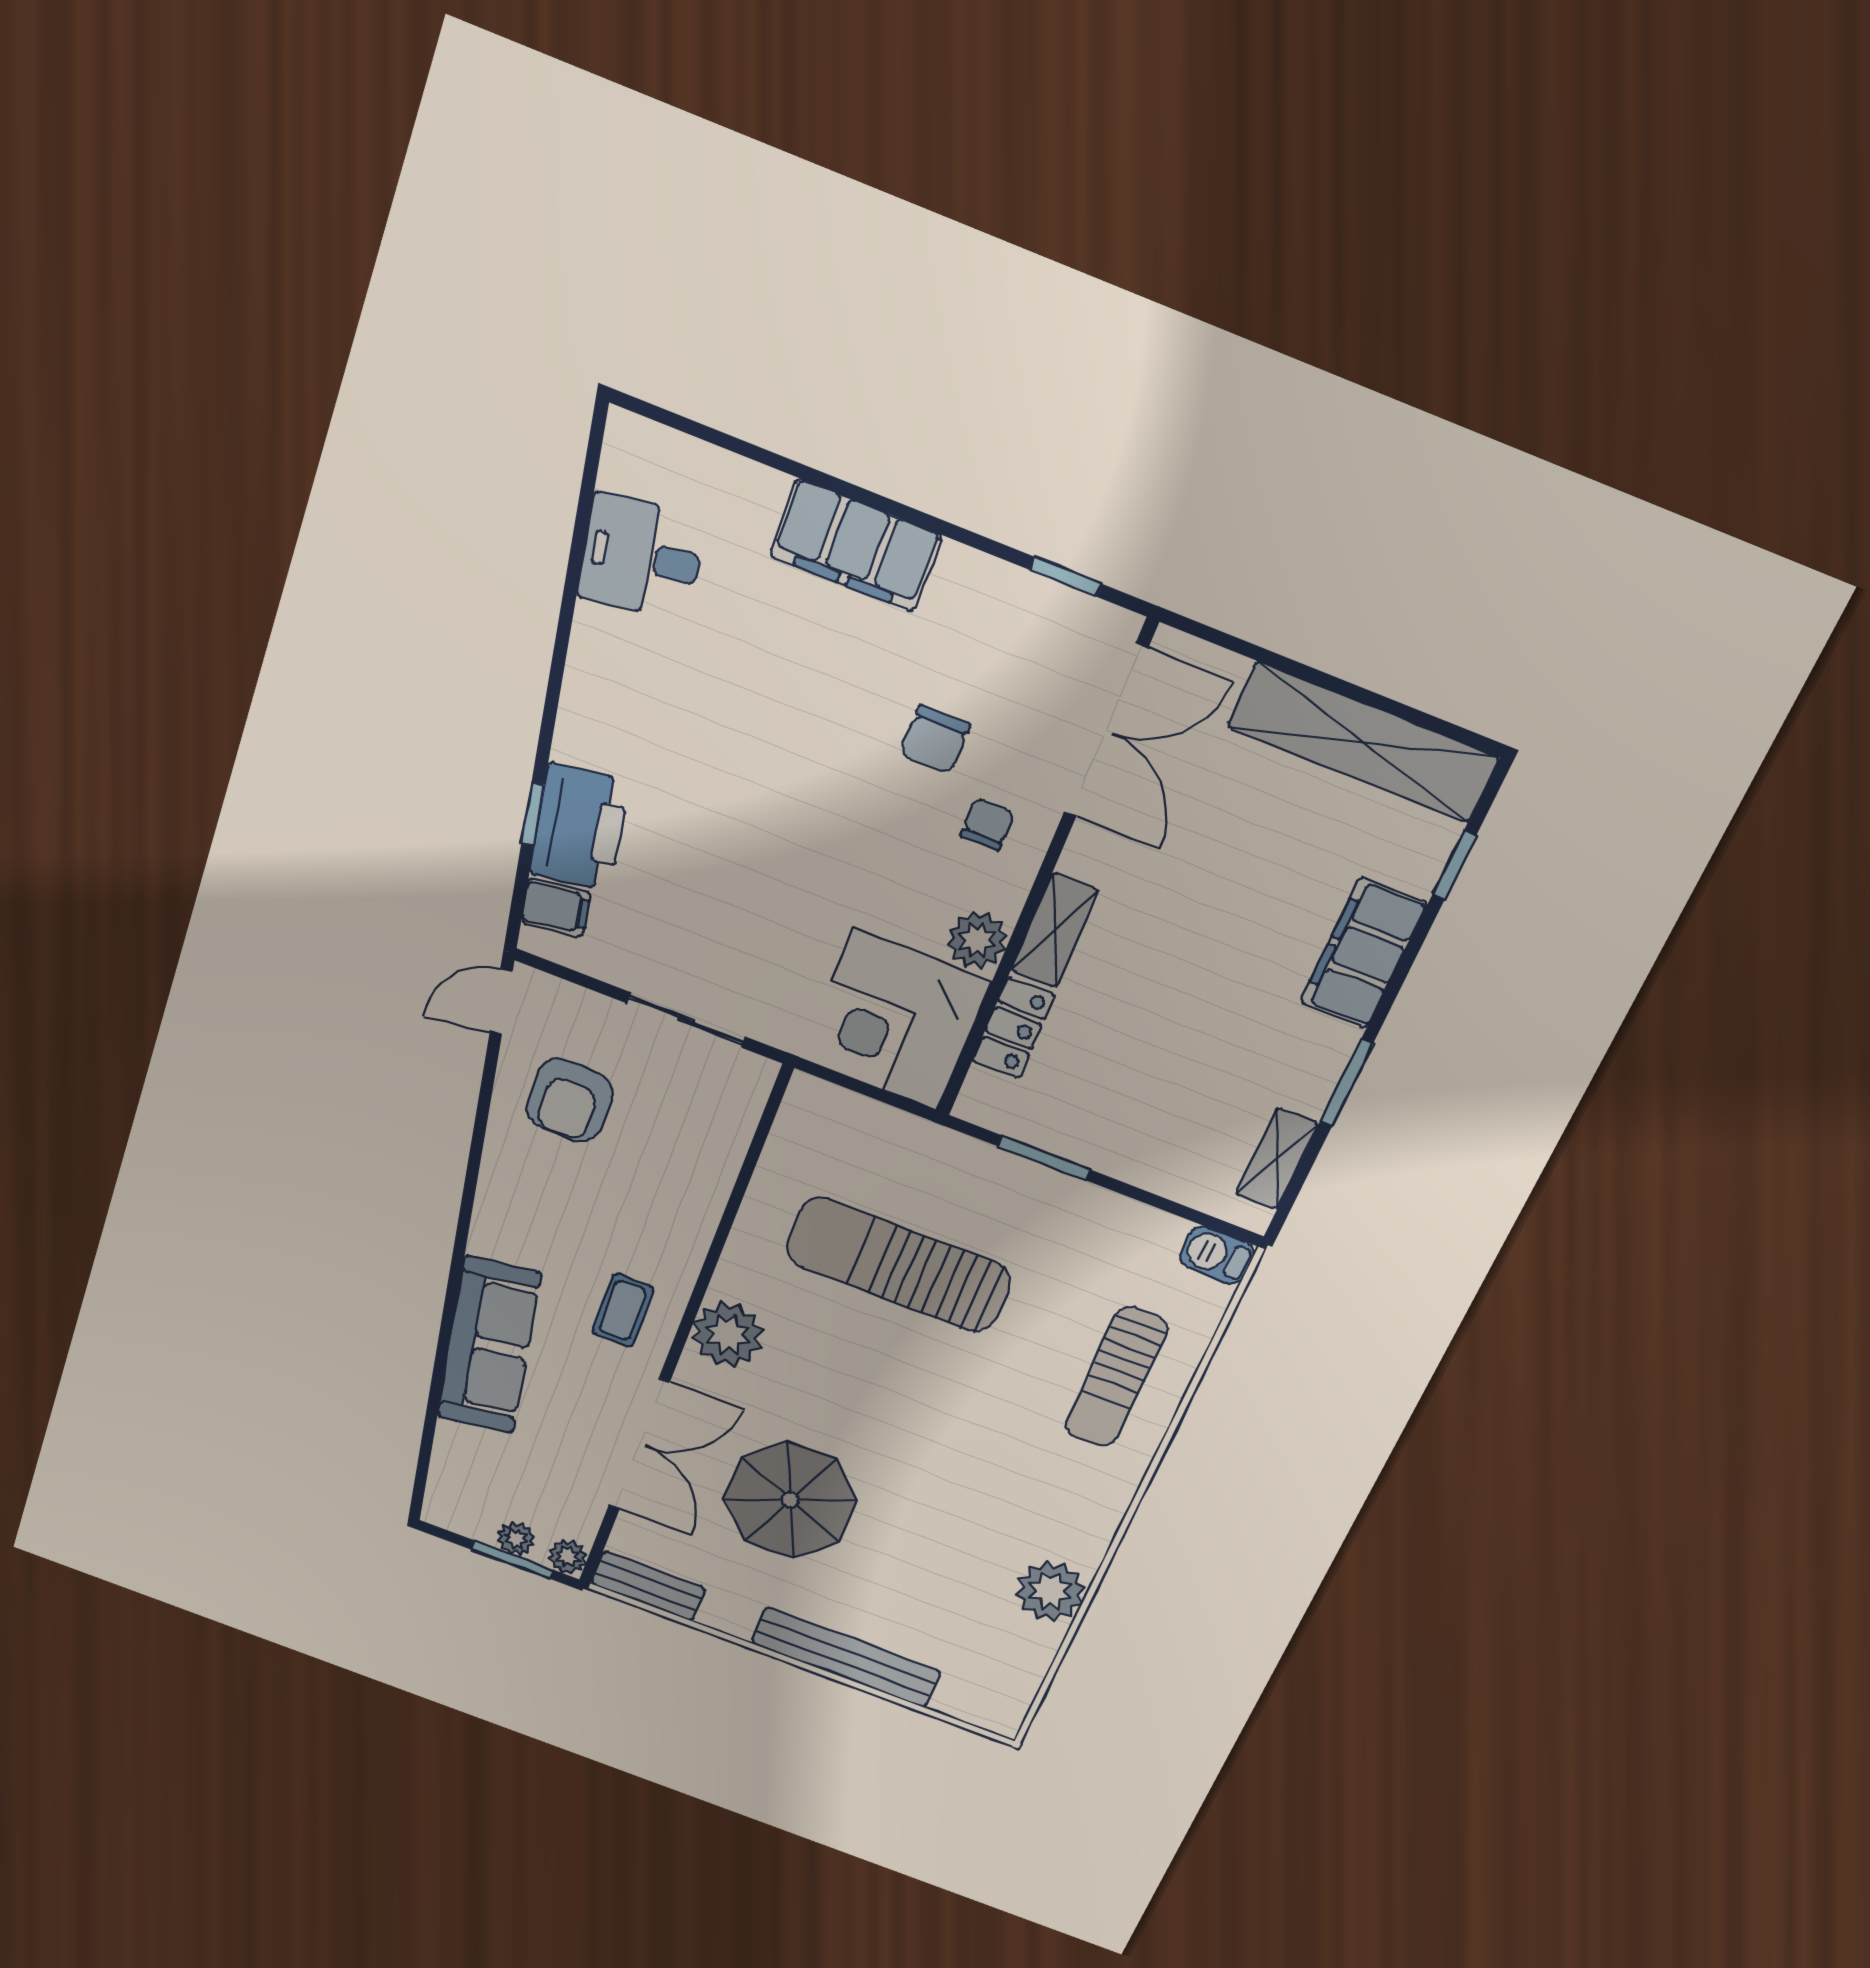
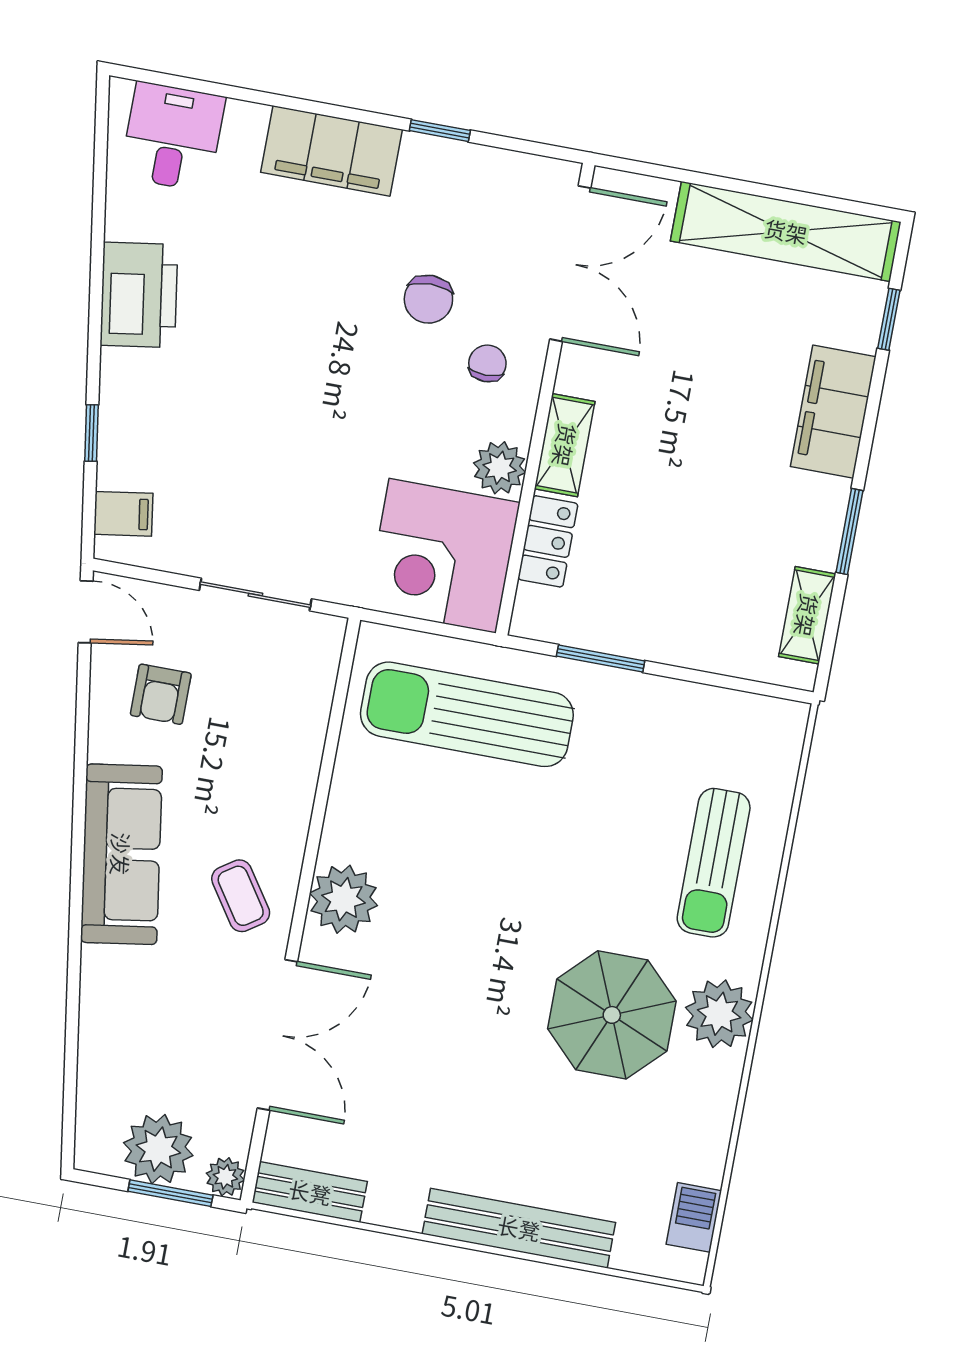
desk: (641, 557) -> (173, 137), moved, turned 99
window: (1065, 577) -> (440, 131), moved
printer: (579, 828) -> (139, 295), moved
door: (501, 1001) -> (86, 612), swing flipped
armchair: (569, 1100) -> (161, 694), width x0.72, depth x0.72
barbecue: (1217, 1255) -> (694, 1217), moved, turned 90
sun lounger: (898, 1265) -> (467, 714), moved
coffee table: (623, 1310) -> (241, 896), turned -34
sofa: (489, 1345) -> (121, 854), moved
parasol: (790, 1500) -> (612, 1015), moved
plant: (516, 1539) -> (158, 1149), width x1.88, depth x1.88
plant: (1050, 1591) -> (719, 1014), moved

